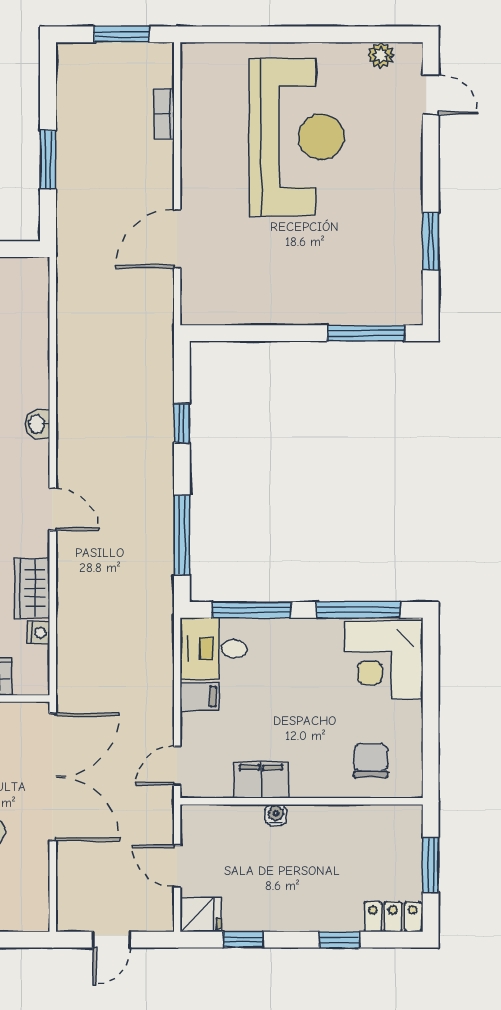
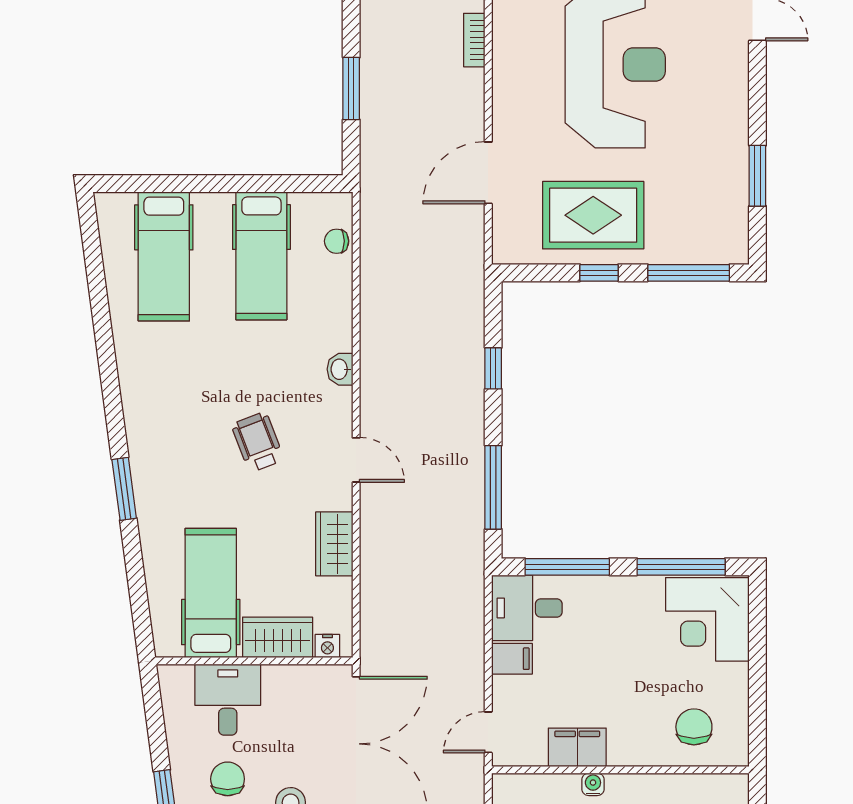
rug: (276, 279) -> (593, 215), added
chair: (34, 303) -> (337, 241), added
window: (281, 333) -> (599, 273), added
nightstand: (39, 633) -> (327, 646), moved, turned 90

